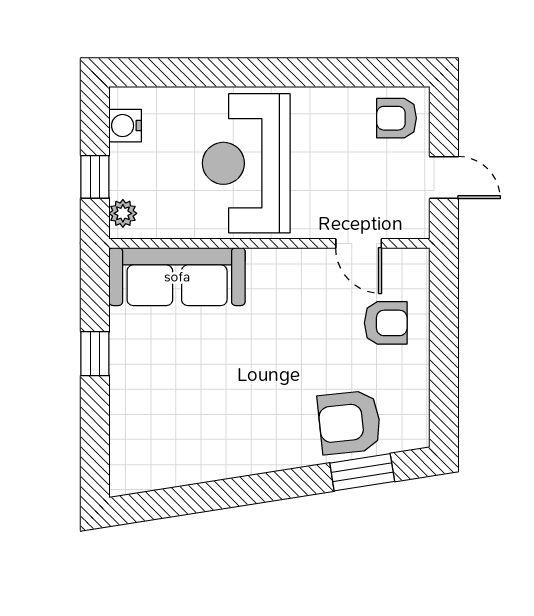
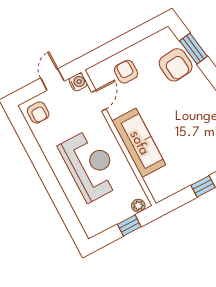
water cooler: (125, 126) -> (78, 82), moved, turned -90
reception desk: (246, 163) -> (90, 165), turned -90
sofa: (177, 277) -> (139, 143), moved

